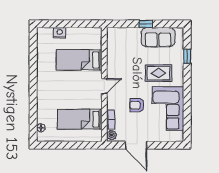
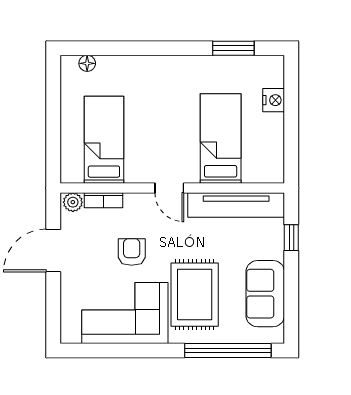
window: (146, 24) -> (291, 238), moved
tv unit: (113, 52) -> (236, 205), added
window: (33, 53) -> (233, 48), added
window: (187, 56) -> (228, 351), width x3.17
rug: (159, 73) -> (195, 295), width x1.36, depth x1.43

